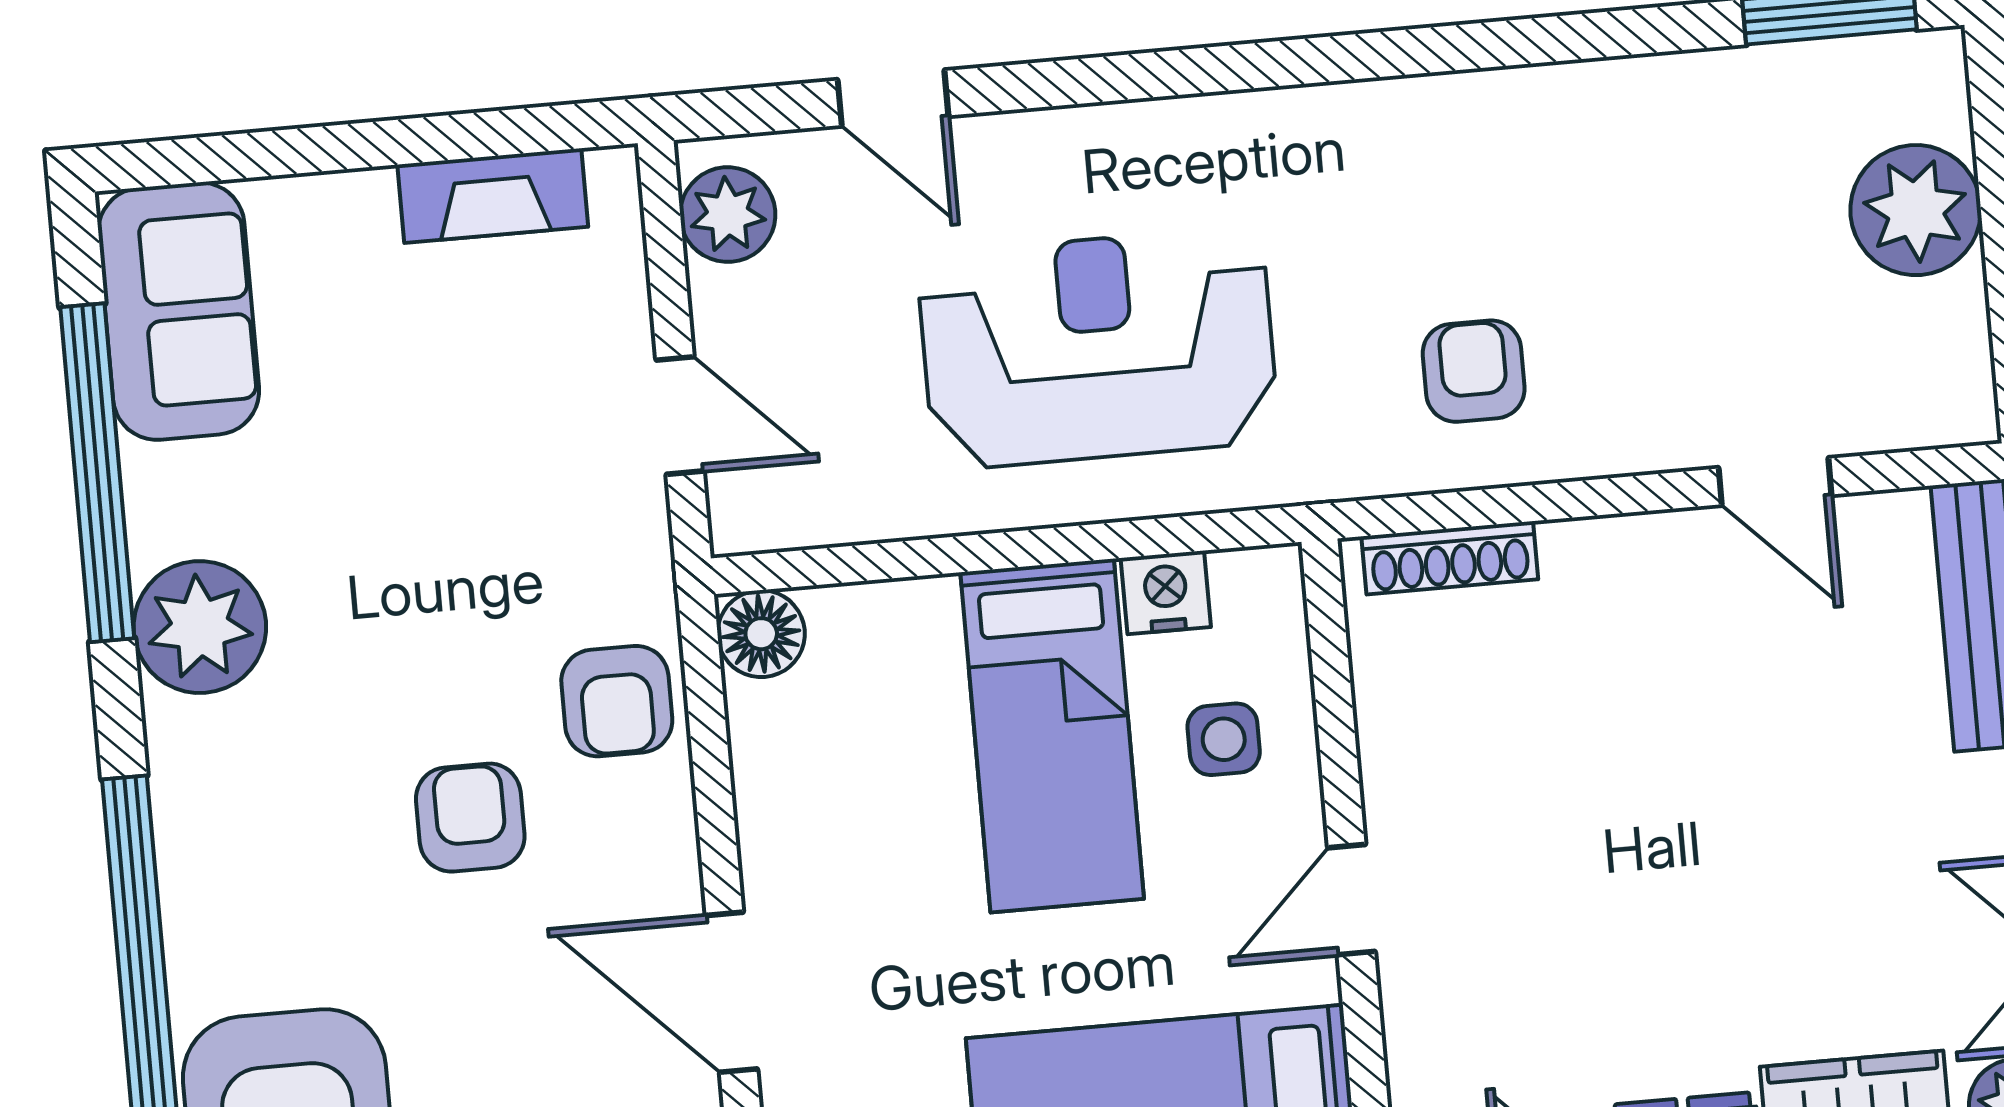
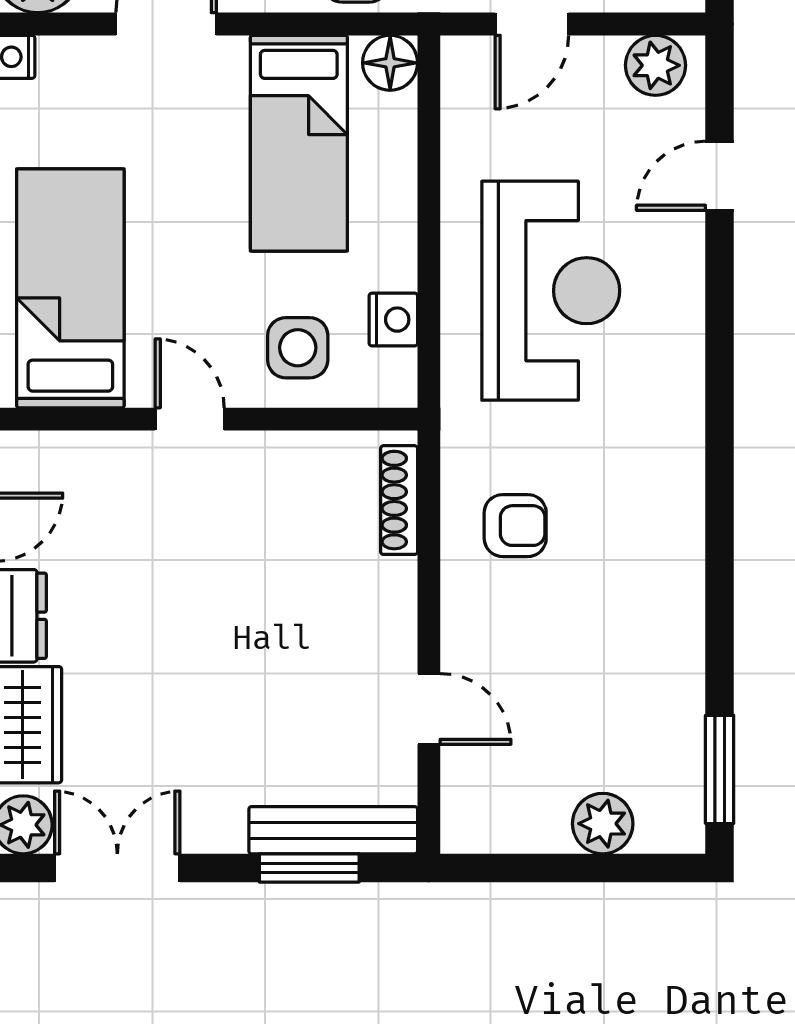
plant: (1916, 210) -> (603, 824), width x0.73, depth x0.73
door: (1775, 481) -> (429, 709), swing flipped
bed: (1052, 736) -> (299, 143), moved, turned -90
side table: (1224, 739) -> (298, 348), width x1.37, depth x1.37

